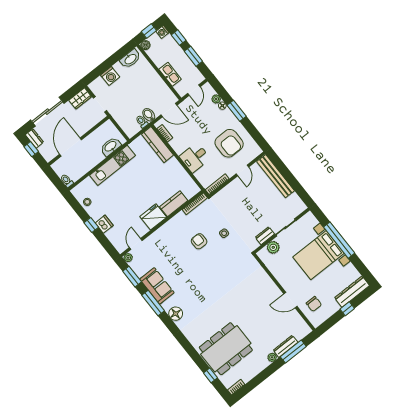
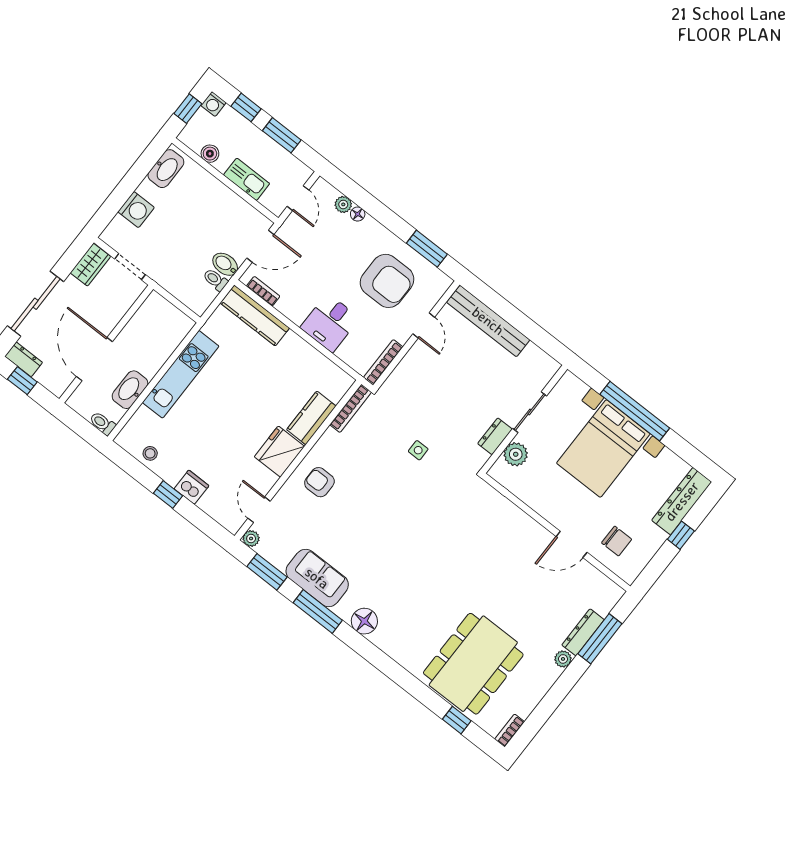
boiler: (145, 45) -> (210, 154), moved
window: (237, 111) -> (427, 249), moved
washbasin: (111, 147) -> (130, 390), moved
armchair: (199, 241) -> (319, 482), moved

